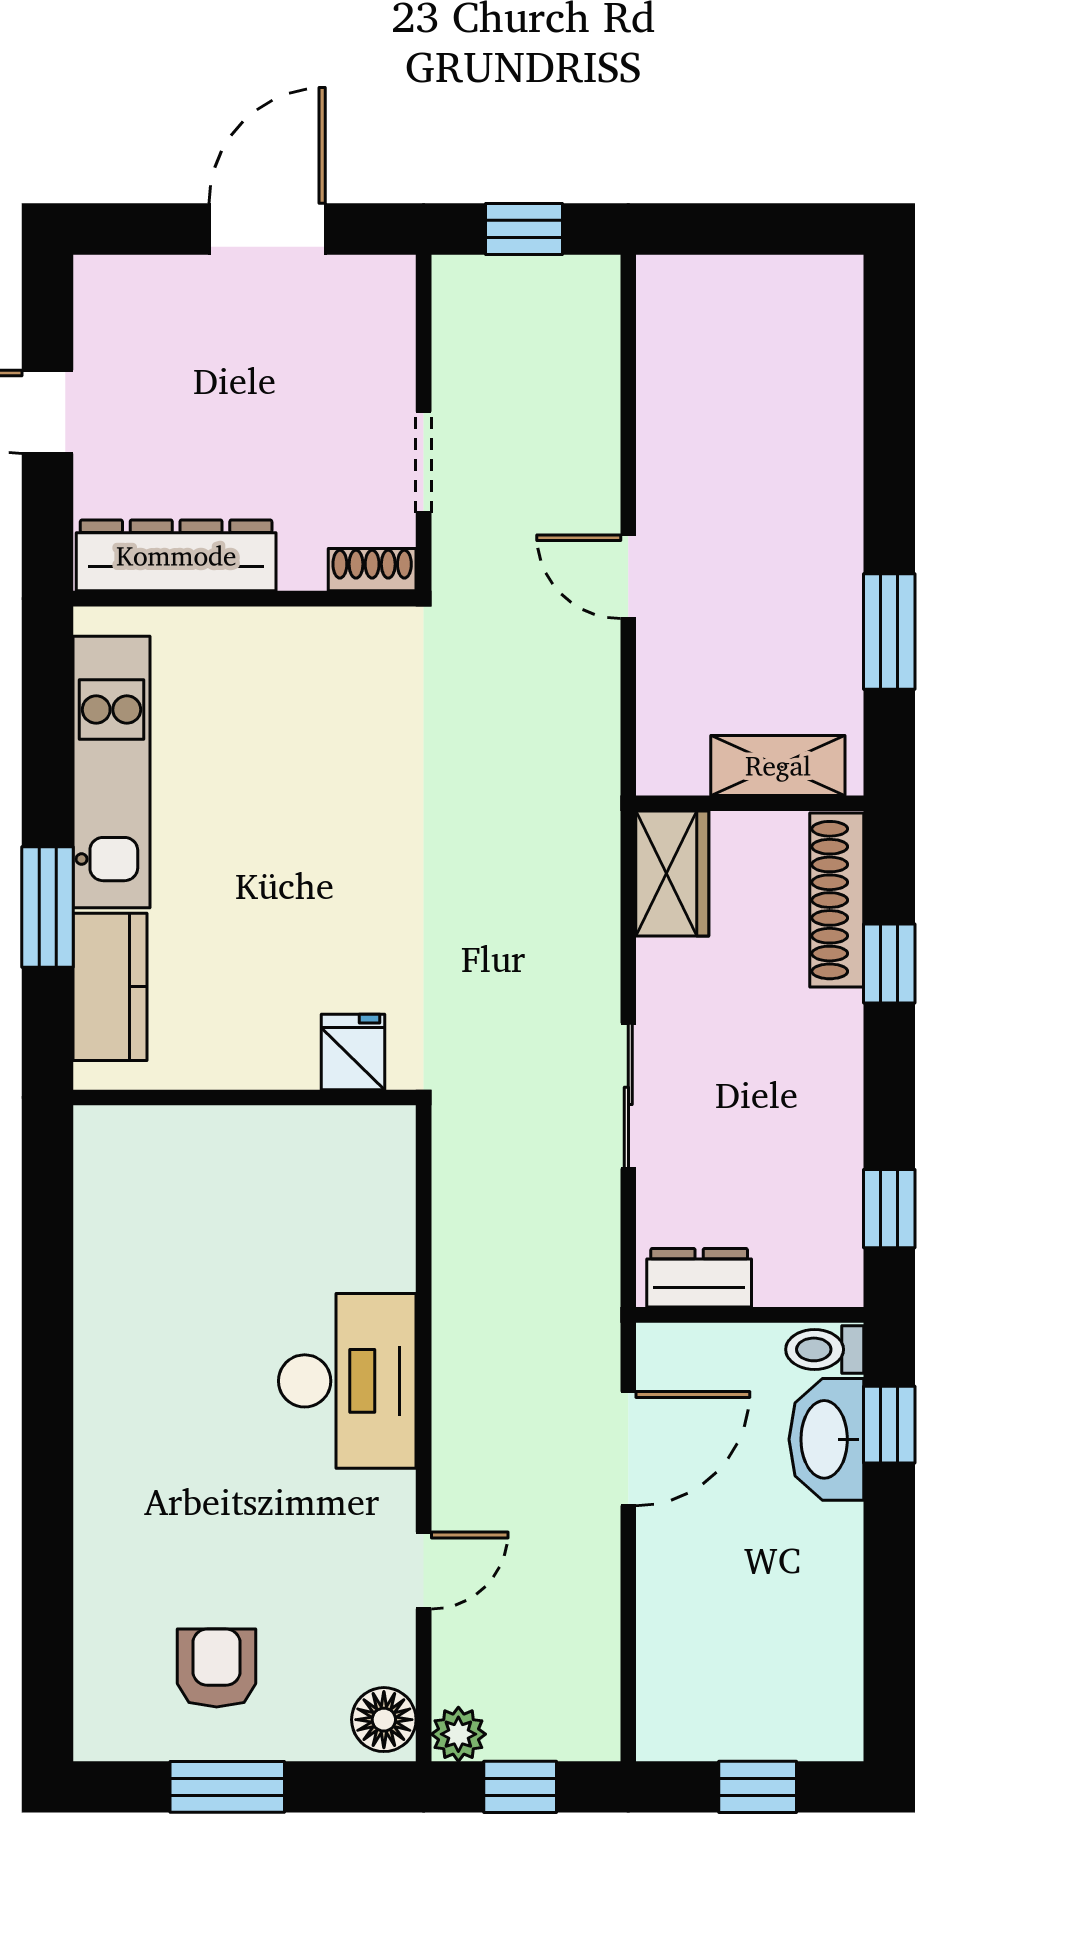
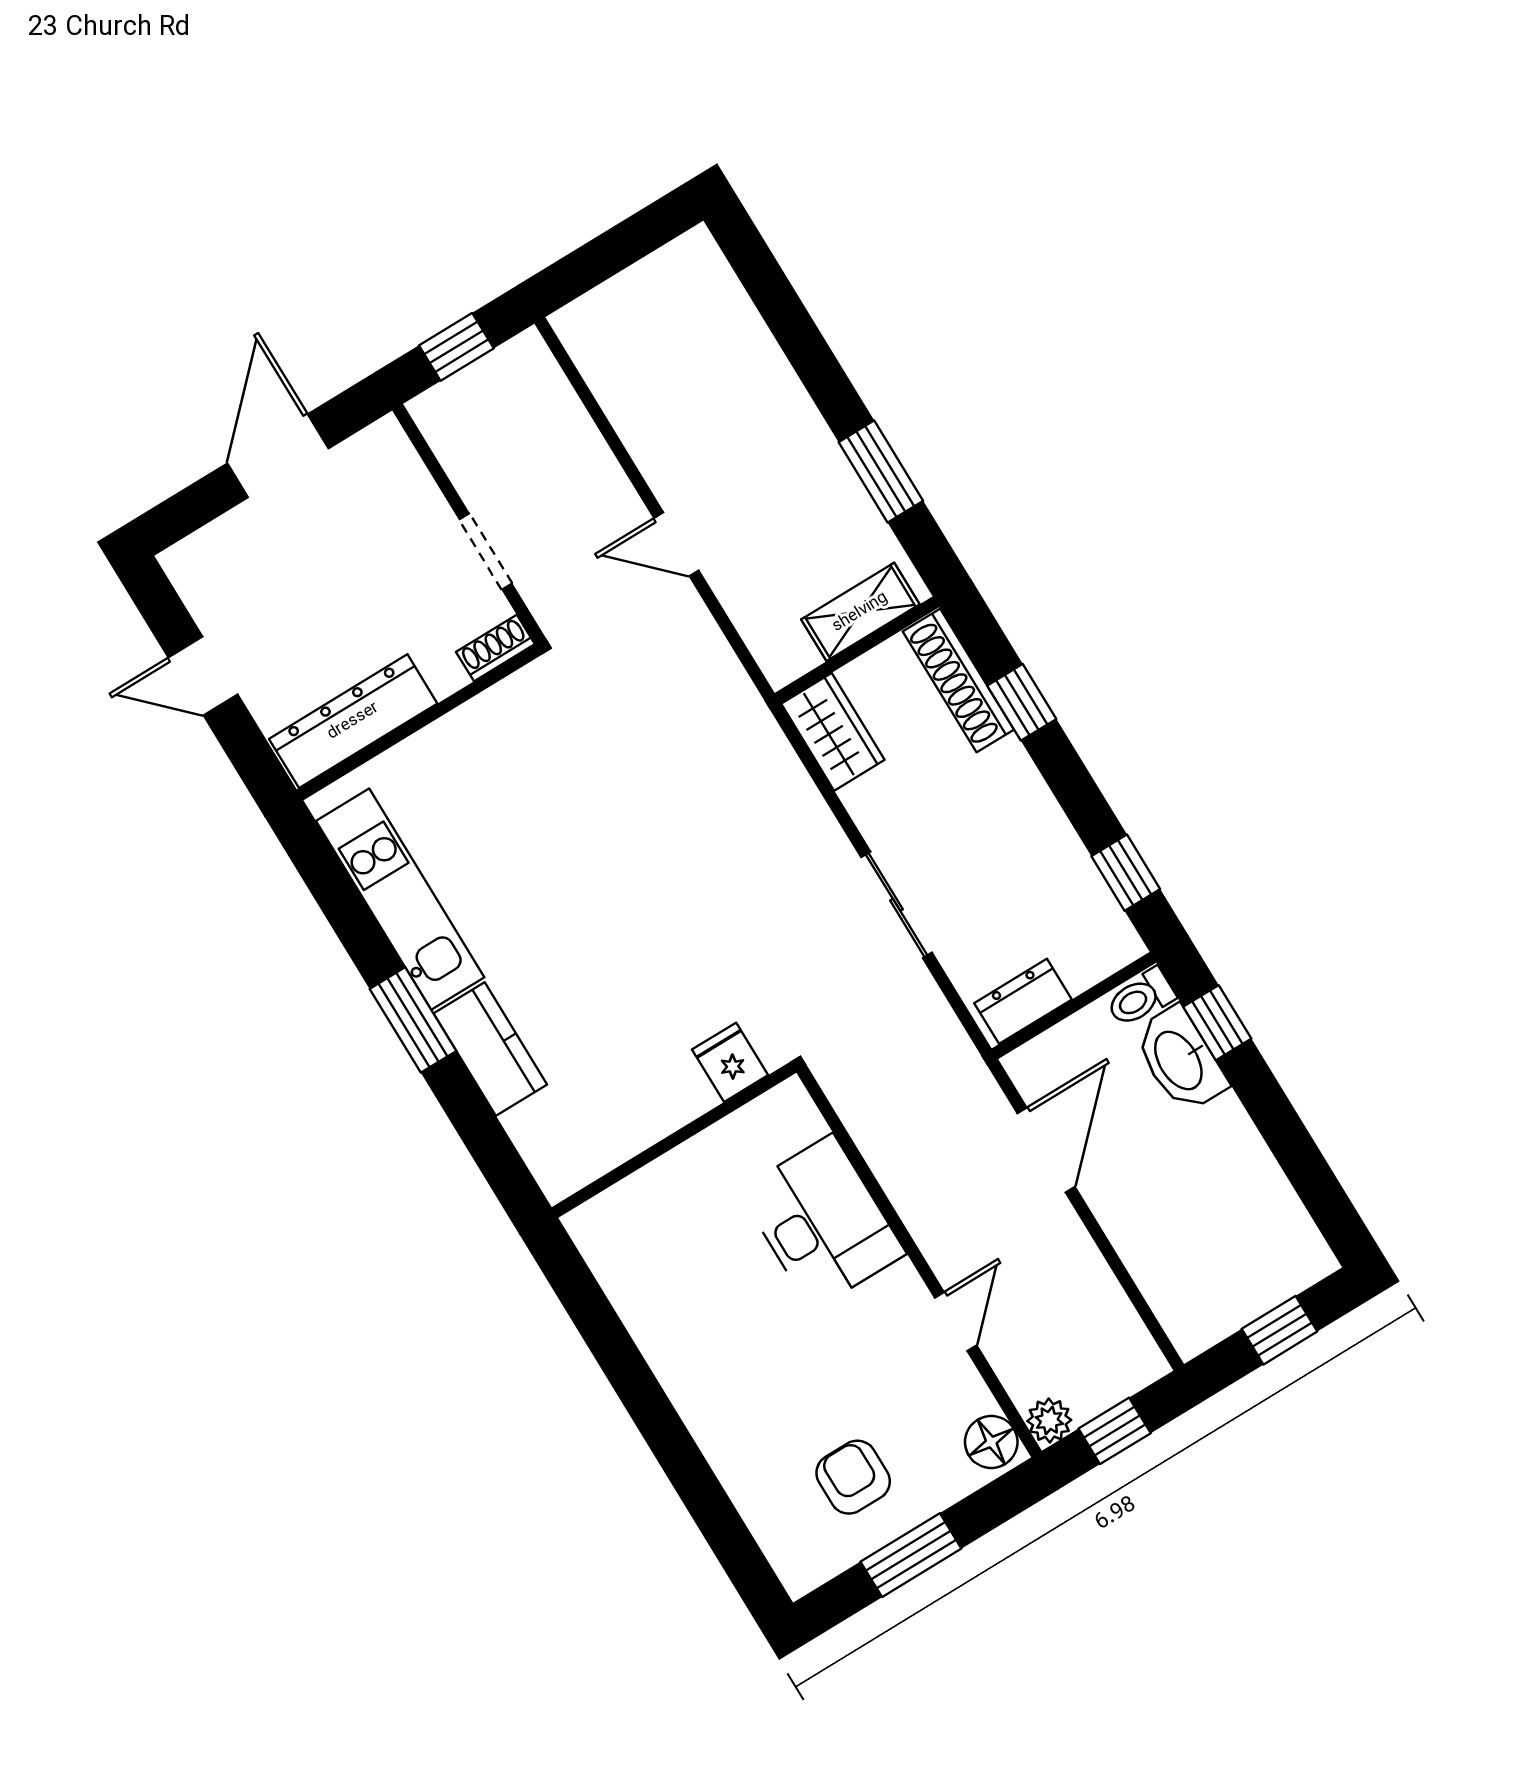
fridge: (353, 1052) -> (730, 1062), moved
wall: (245, 1097) -> (674, 1140), moved

